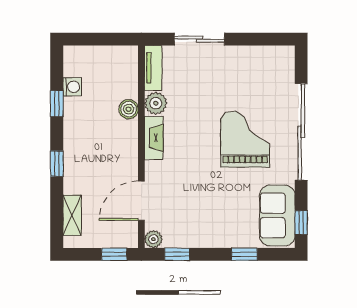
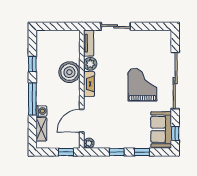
washing machine: (72, 87) -> (41, 111), moved
boiler: (129, 109) -> (69, 72), width x1.86, depth x1.86
window: (57, 164) -> (32, 99), width x2.17
window: (177, 254) -> (117, 152), moved

